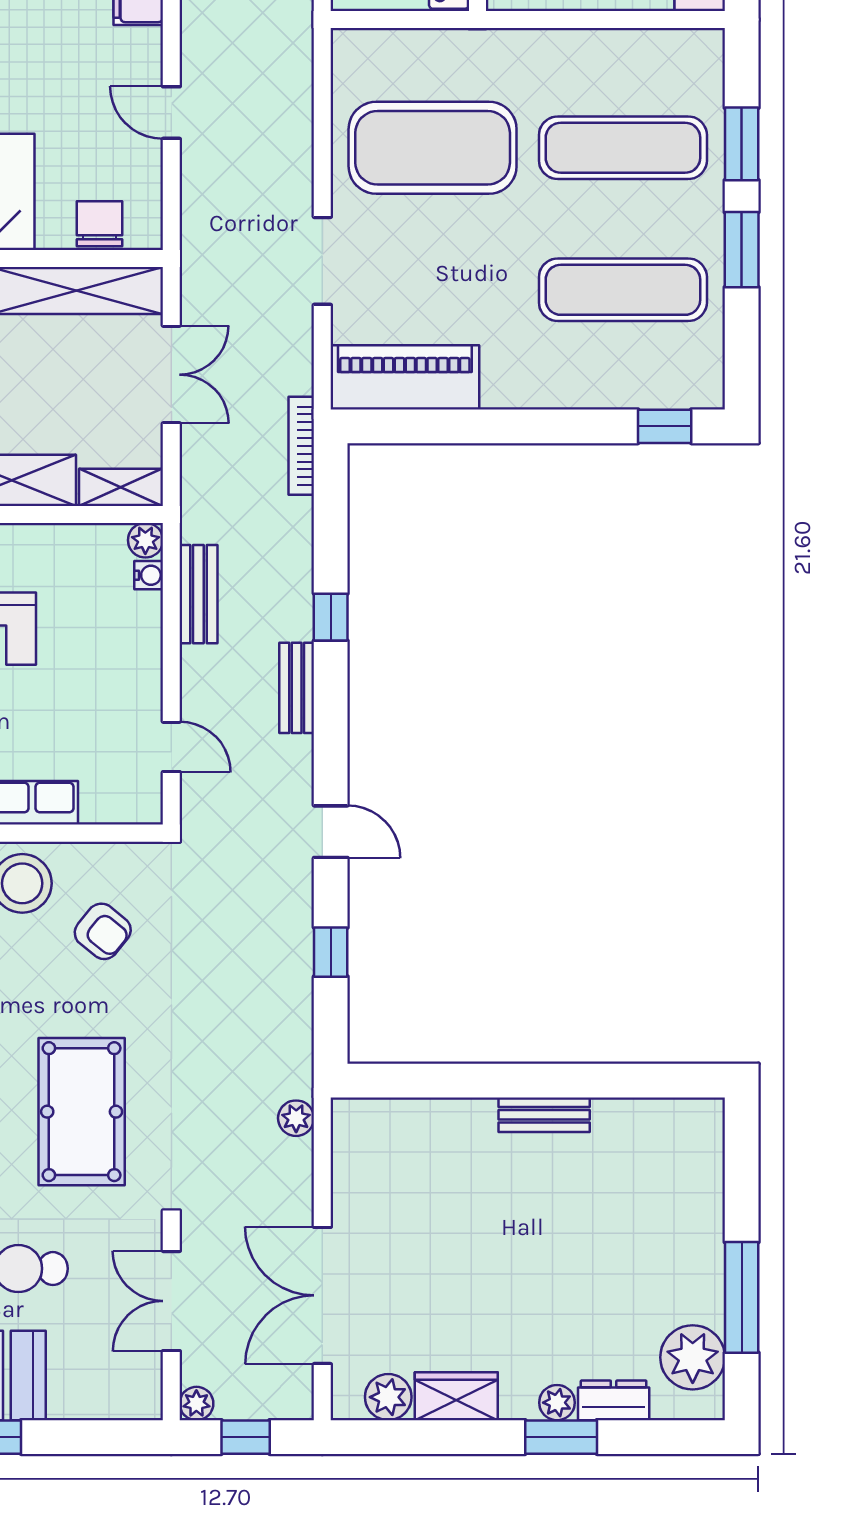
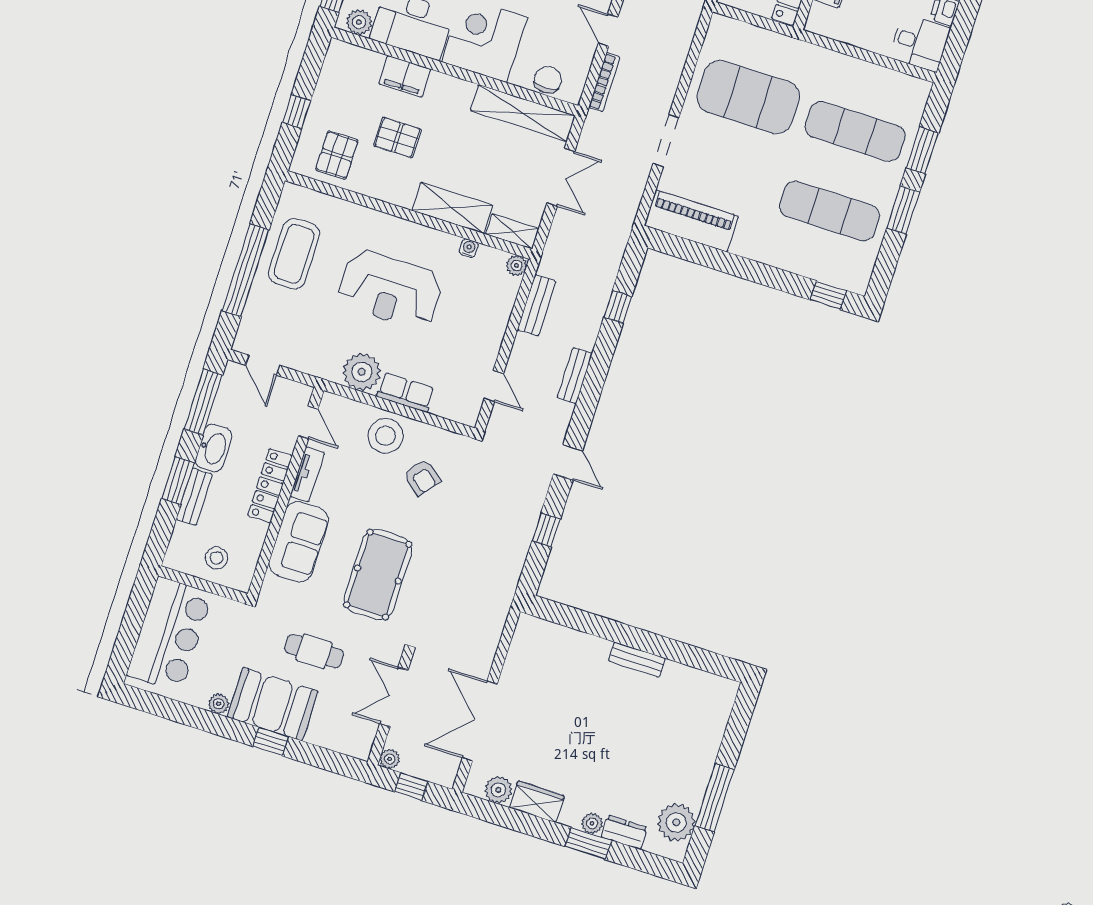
bookcase: (301, 446) -> (604, 82), moved, turned 180
water cooler: (149, 575) -> (469, 248), moved, turned -90
window: (331, 617) -> (618, 307), moved
plant: (296, 1118) -> (497, 617), removed

